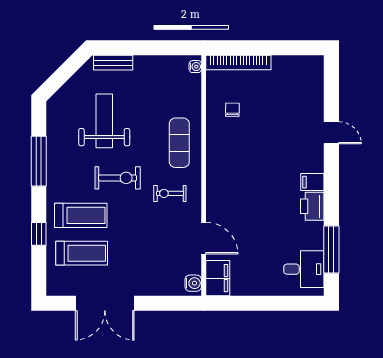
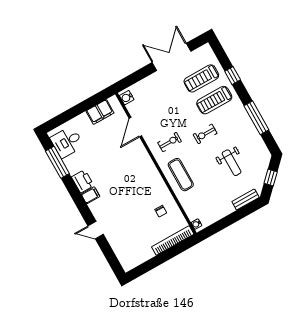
window: (64, 73) -> (271, 177), added
weight bench: (104, 121) -> (232, 163), width x0.73, depth x0.75
exercise bike: (118, 178) -> (205, 134), width x0.73, depth x0.72
door: (204, 238) -> (135, 127), hinge flipped
filing cabinet: (218, 278) -> (100, 112), moved, turned -90

